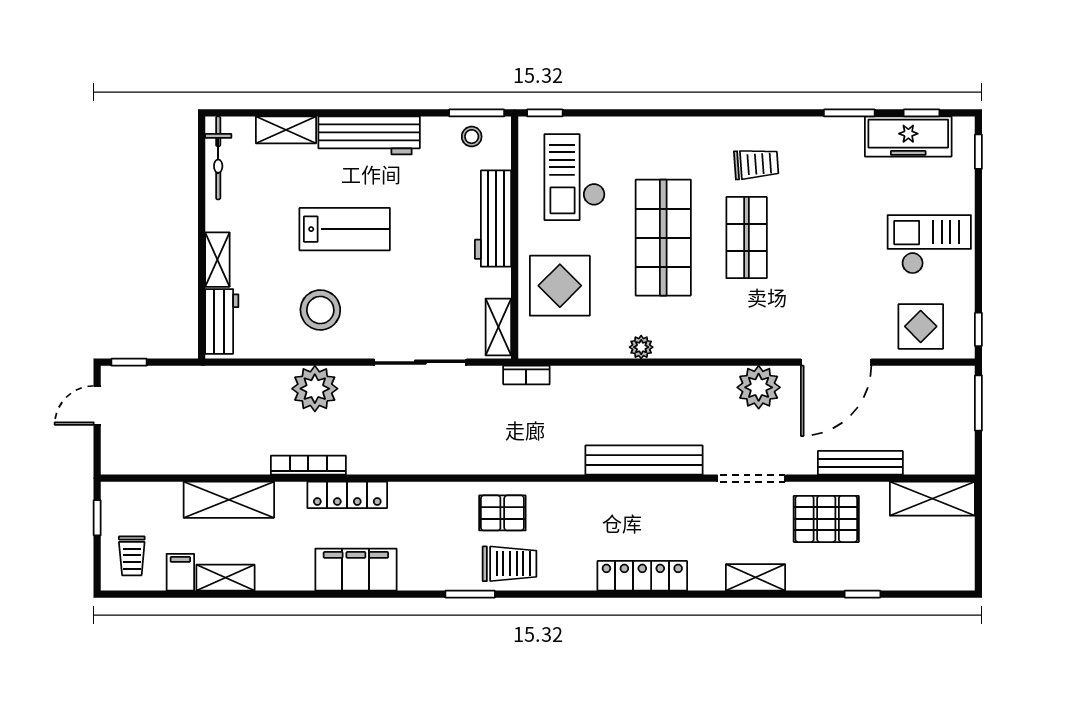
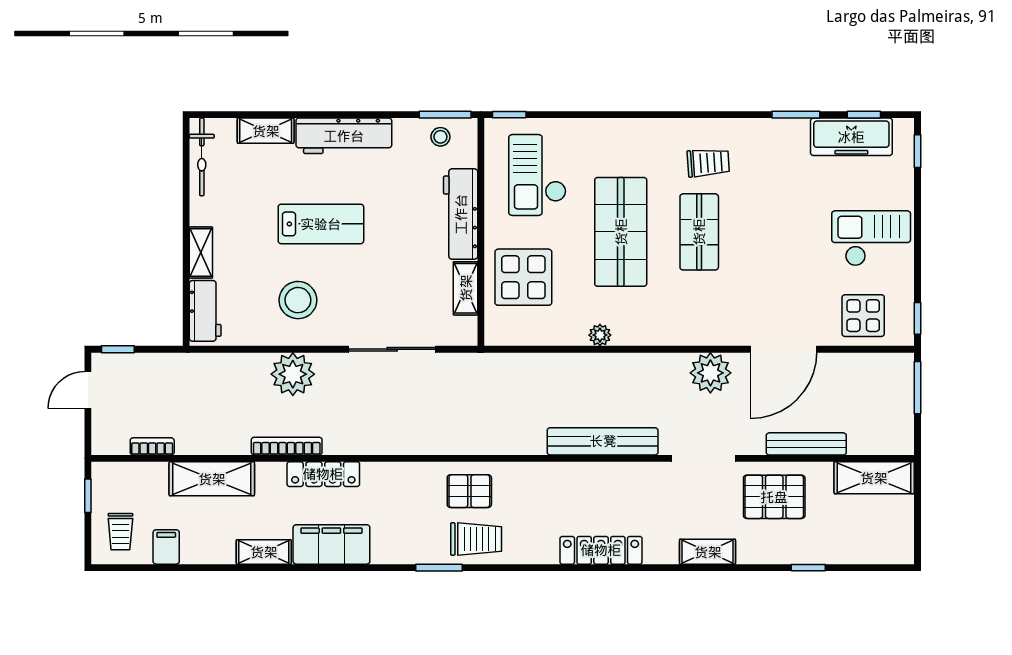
shelving: (498, 327) -> (466, 288), moved
bookcase: (526, 375) -> (152, 446), moved, turned 180
shelving: (226, 578) -> (264, 552), moved

